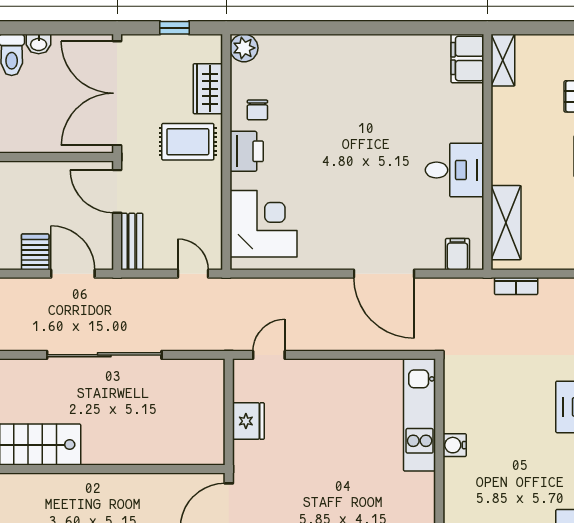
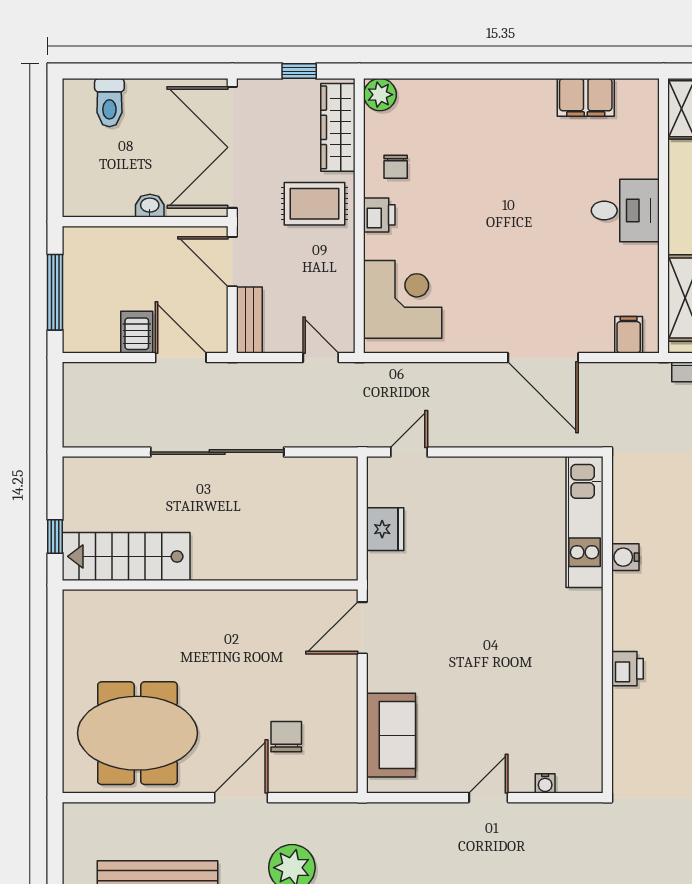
washbasin: (39, 44) -> (150, 206), moved, turned 180
filing cabinet: (467, 58) -> (586, 97), moved, turned -90
wardrobe: (208, 89) -> (338, 127), width x1.50
printer: (247, 151) -> (379, 215), width x0.73, depth x0.81
desk: (455, 170) -> (625, 211), moved

